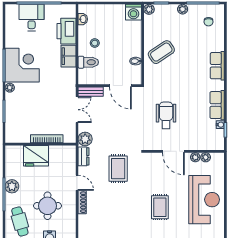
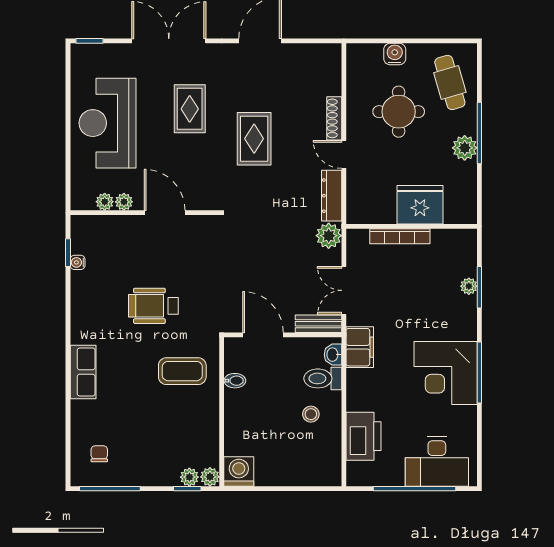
plant: (183, 9) -> (189, 477), moved
desk: (32, 18) -> (437, 462), width x1.37
washbasin: (83, 19) -> (333, 355), moved
coffee table: (161, 52) -> (182, 371), moved, turned 34
filing cabinet: (68, 56) -> (360, 347), moved
plant: (10, 88) -> (469, 286), moved
row of seats: (217, 105) -> (83, 299), removed
wheelchair: (166, 115) -> (153, 306), moved, turned 90
dresser: (84, 156) -> (332, 196), width x1.44
rug: (118, 169) -> (254, 139), moved

